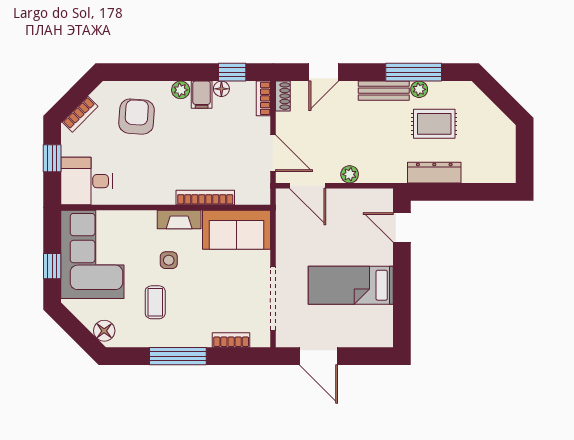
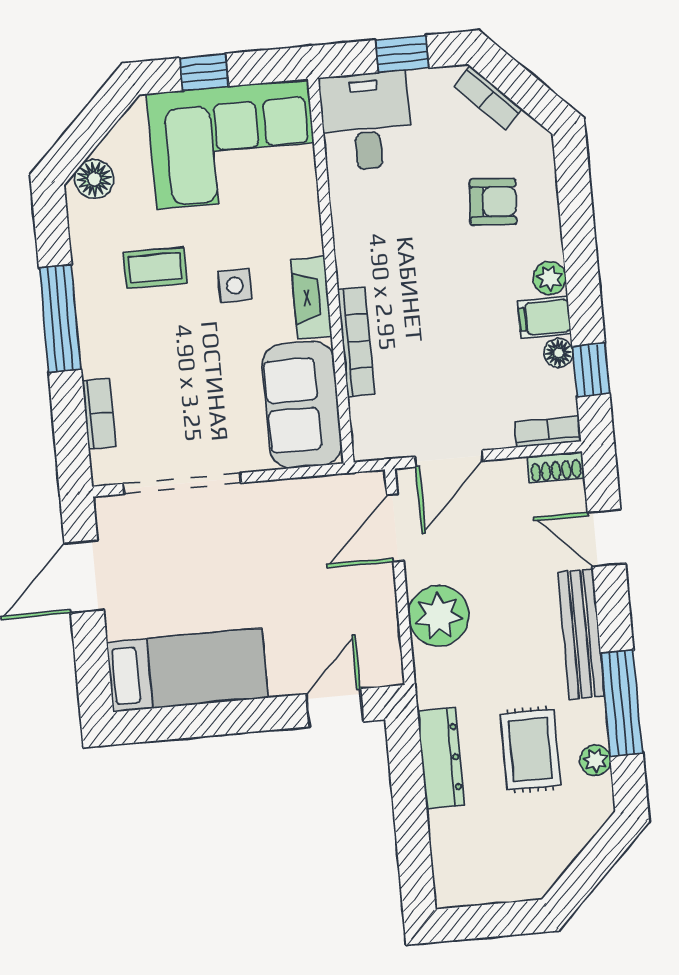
plant: (419, 89) -> (595, 760), moved
bench: (384, 91) -> (581, 634), width x1.36
armchair: (137, 117) -> (493, 202), width x0.72, depth x0.72
plant: (350, 174) -> (439, 616), width x1.88, depth x1.88
bed: (351, 285) -> (187, 670), moved, turned 90

